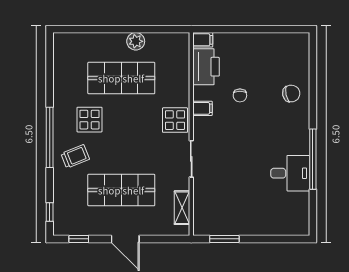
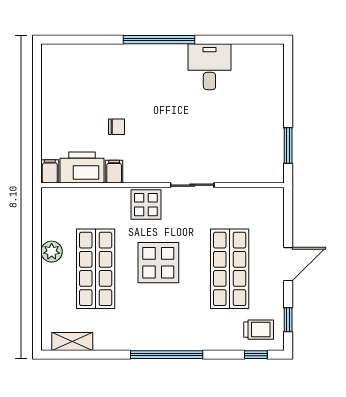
chair: (291, 94) -> (114, 65), removed
filing cabinet: (203, 108) -> (114, 172), moved
display table: (90, 120) -> (158, 263), moved, width x1.36, depth x1.36
trolley: (75, 156) -> (259, 330), moved, turned 112
window: (313, 159) -> (159, 40), moved
shelving: (182, 208) -> (72, 341), moved

